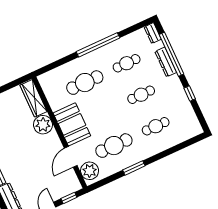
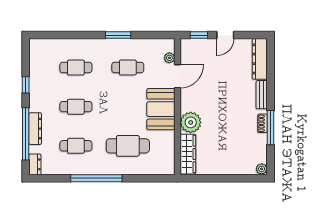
cafe table: (114, 146) -> (128, 67), width x0.73, depth x0.74
plant: (90, 171) -> (169, 58), width x0.53, depth x0.53

